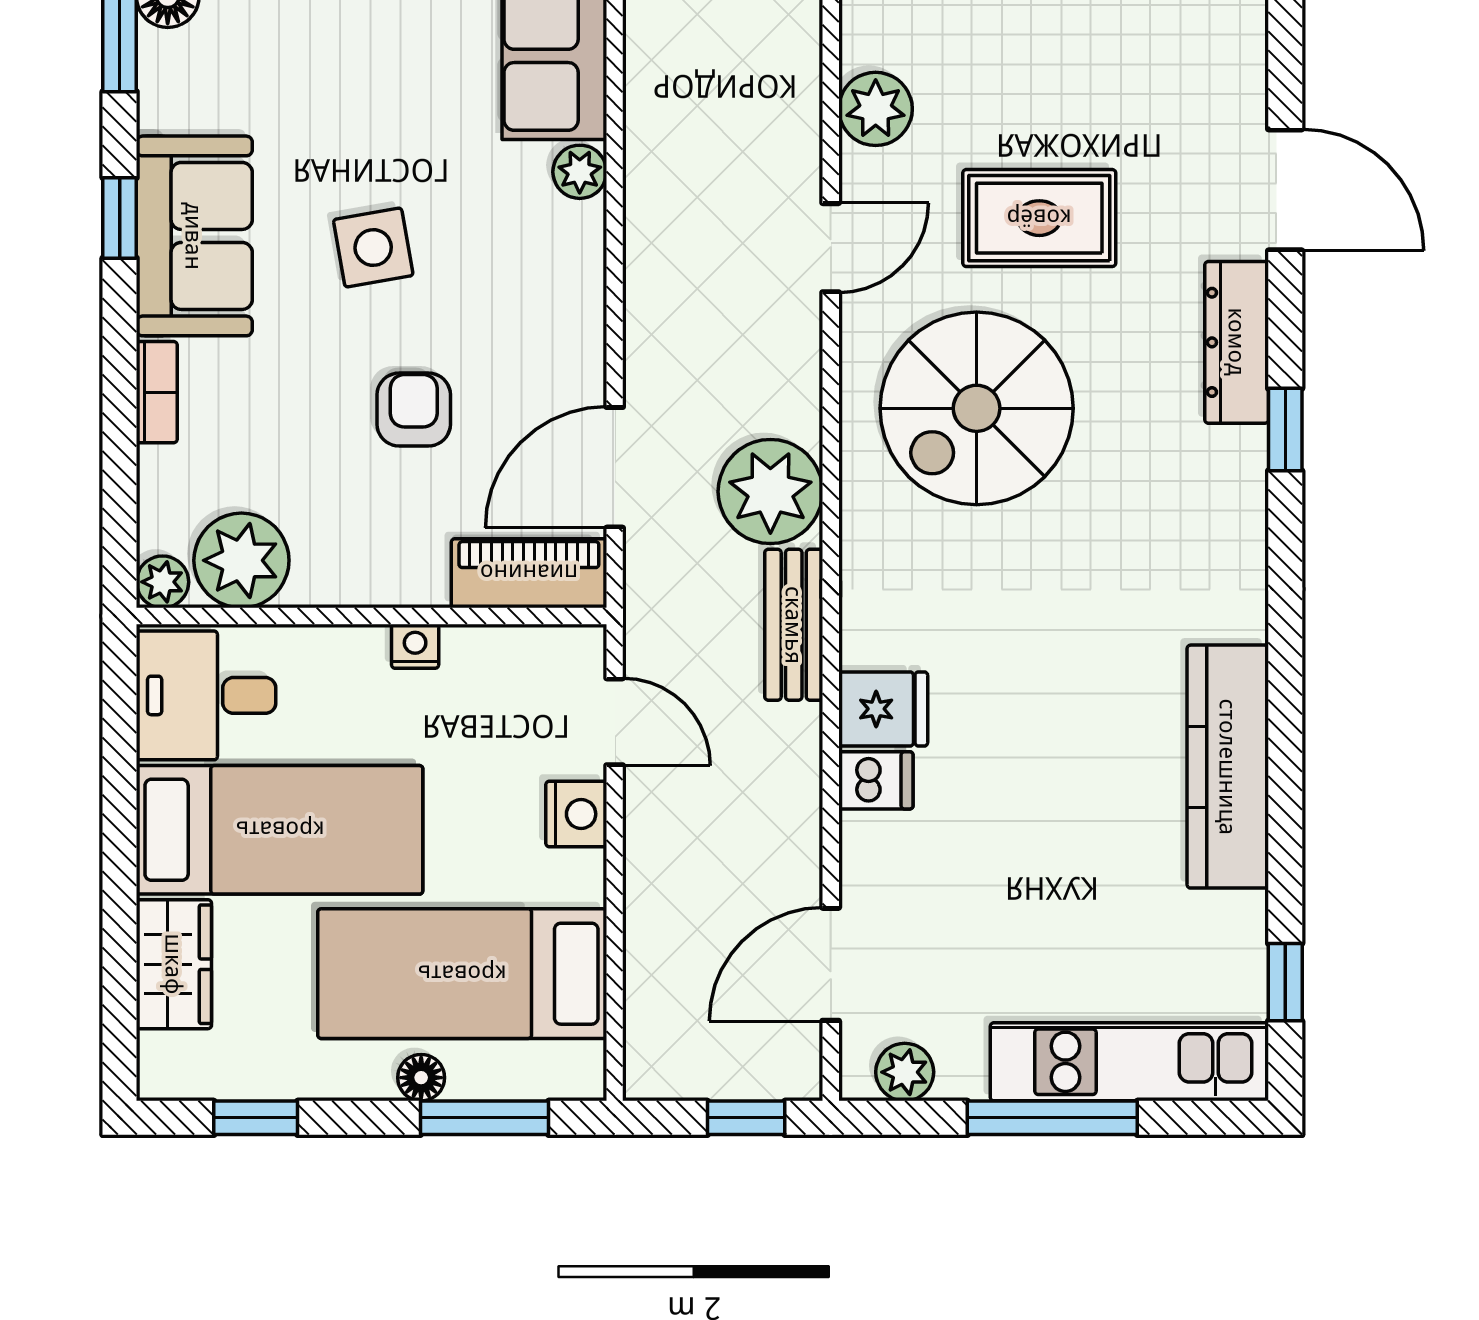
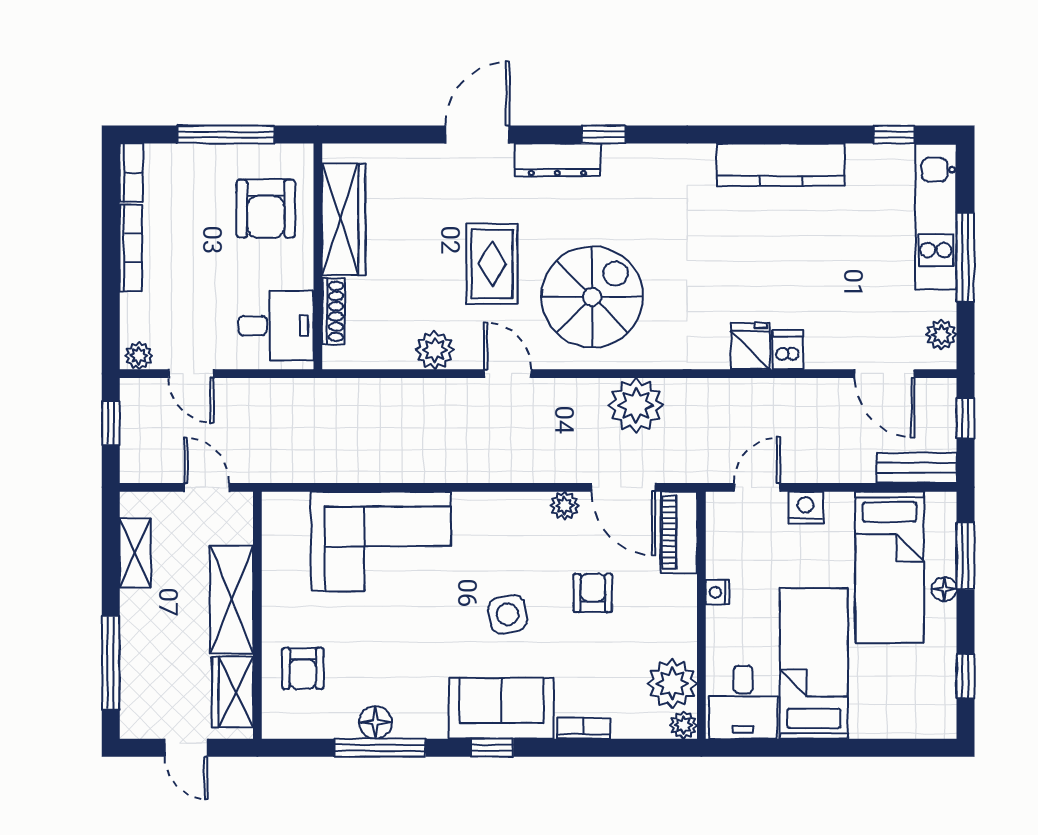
plant: (580, 172) -> (565, 506), moved
spiral stairs: (977, 408) -> (592, 297), turned -90
armchair: (414, 410) -> (593, 593), turned 90
bench: (794, 625) -> (917, 468), moved
wardrobe: (174, 964) -> (885, 719), removed

